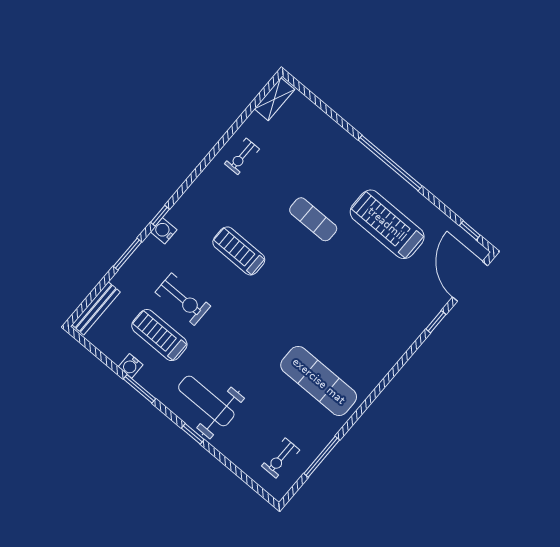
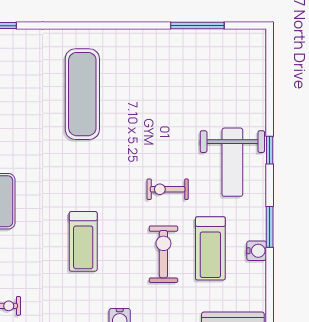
exercise mat: (319, 381) -> (82, 94), moved
exercise bike: (281, 458) -> (168, 189), moved, turned 180

